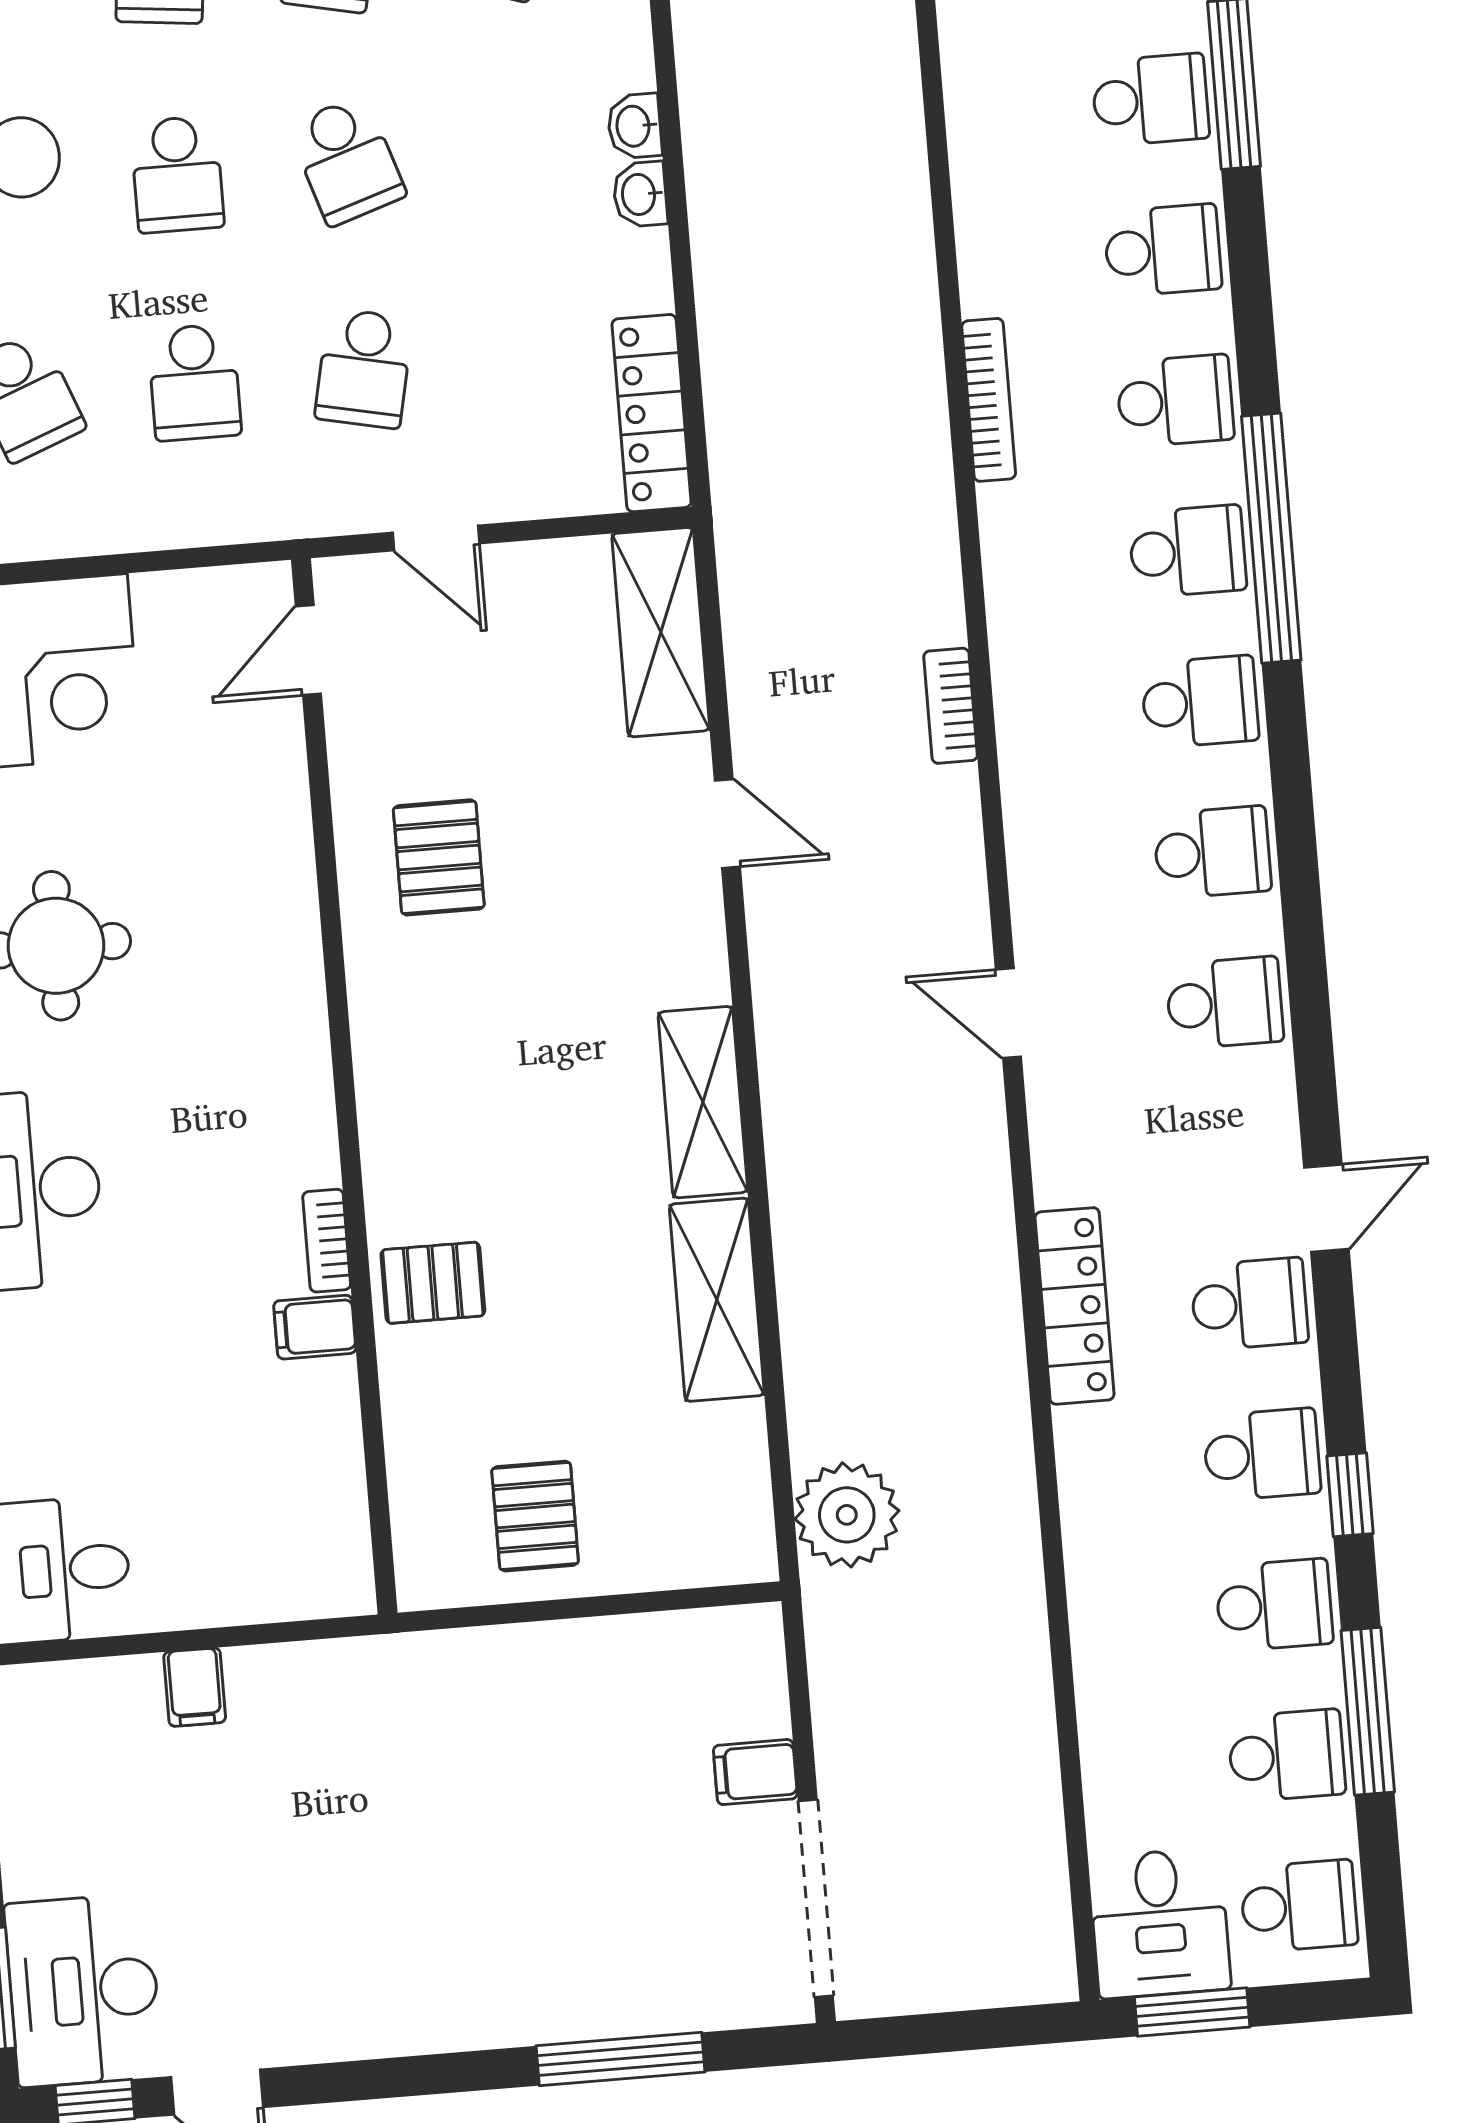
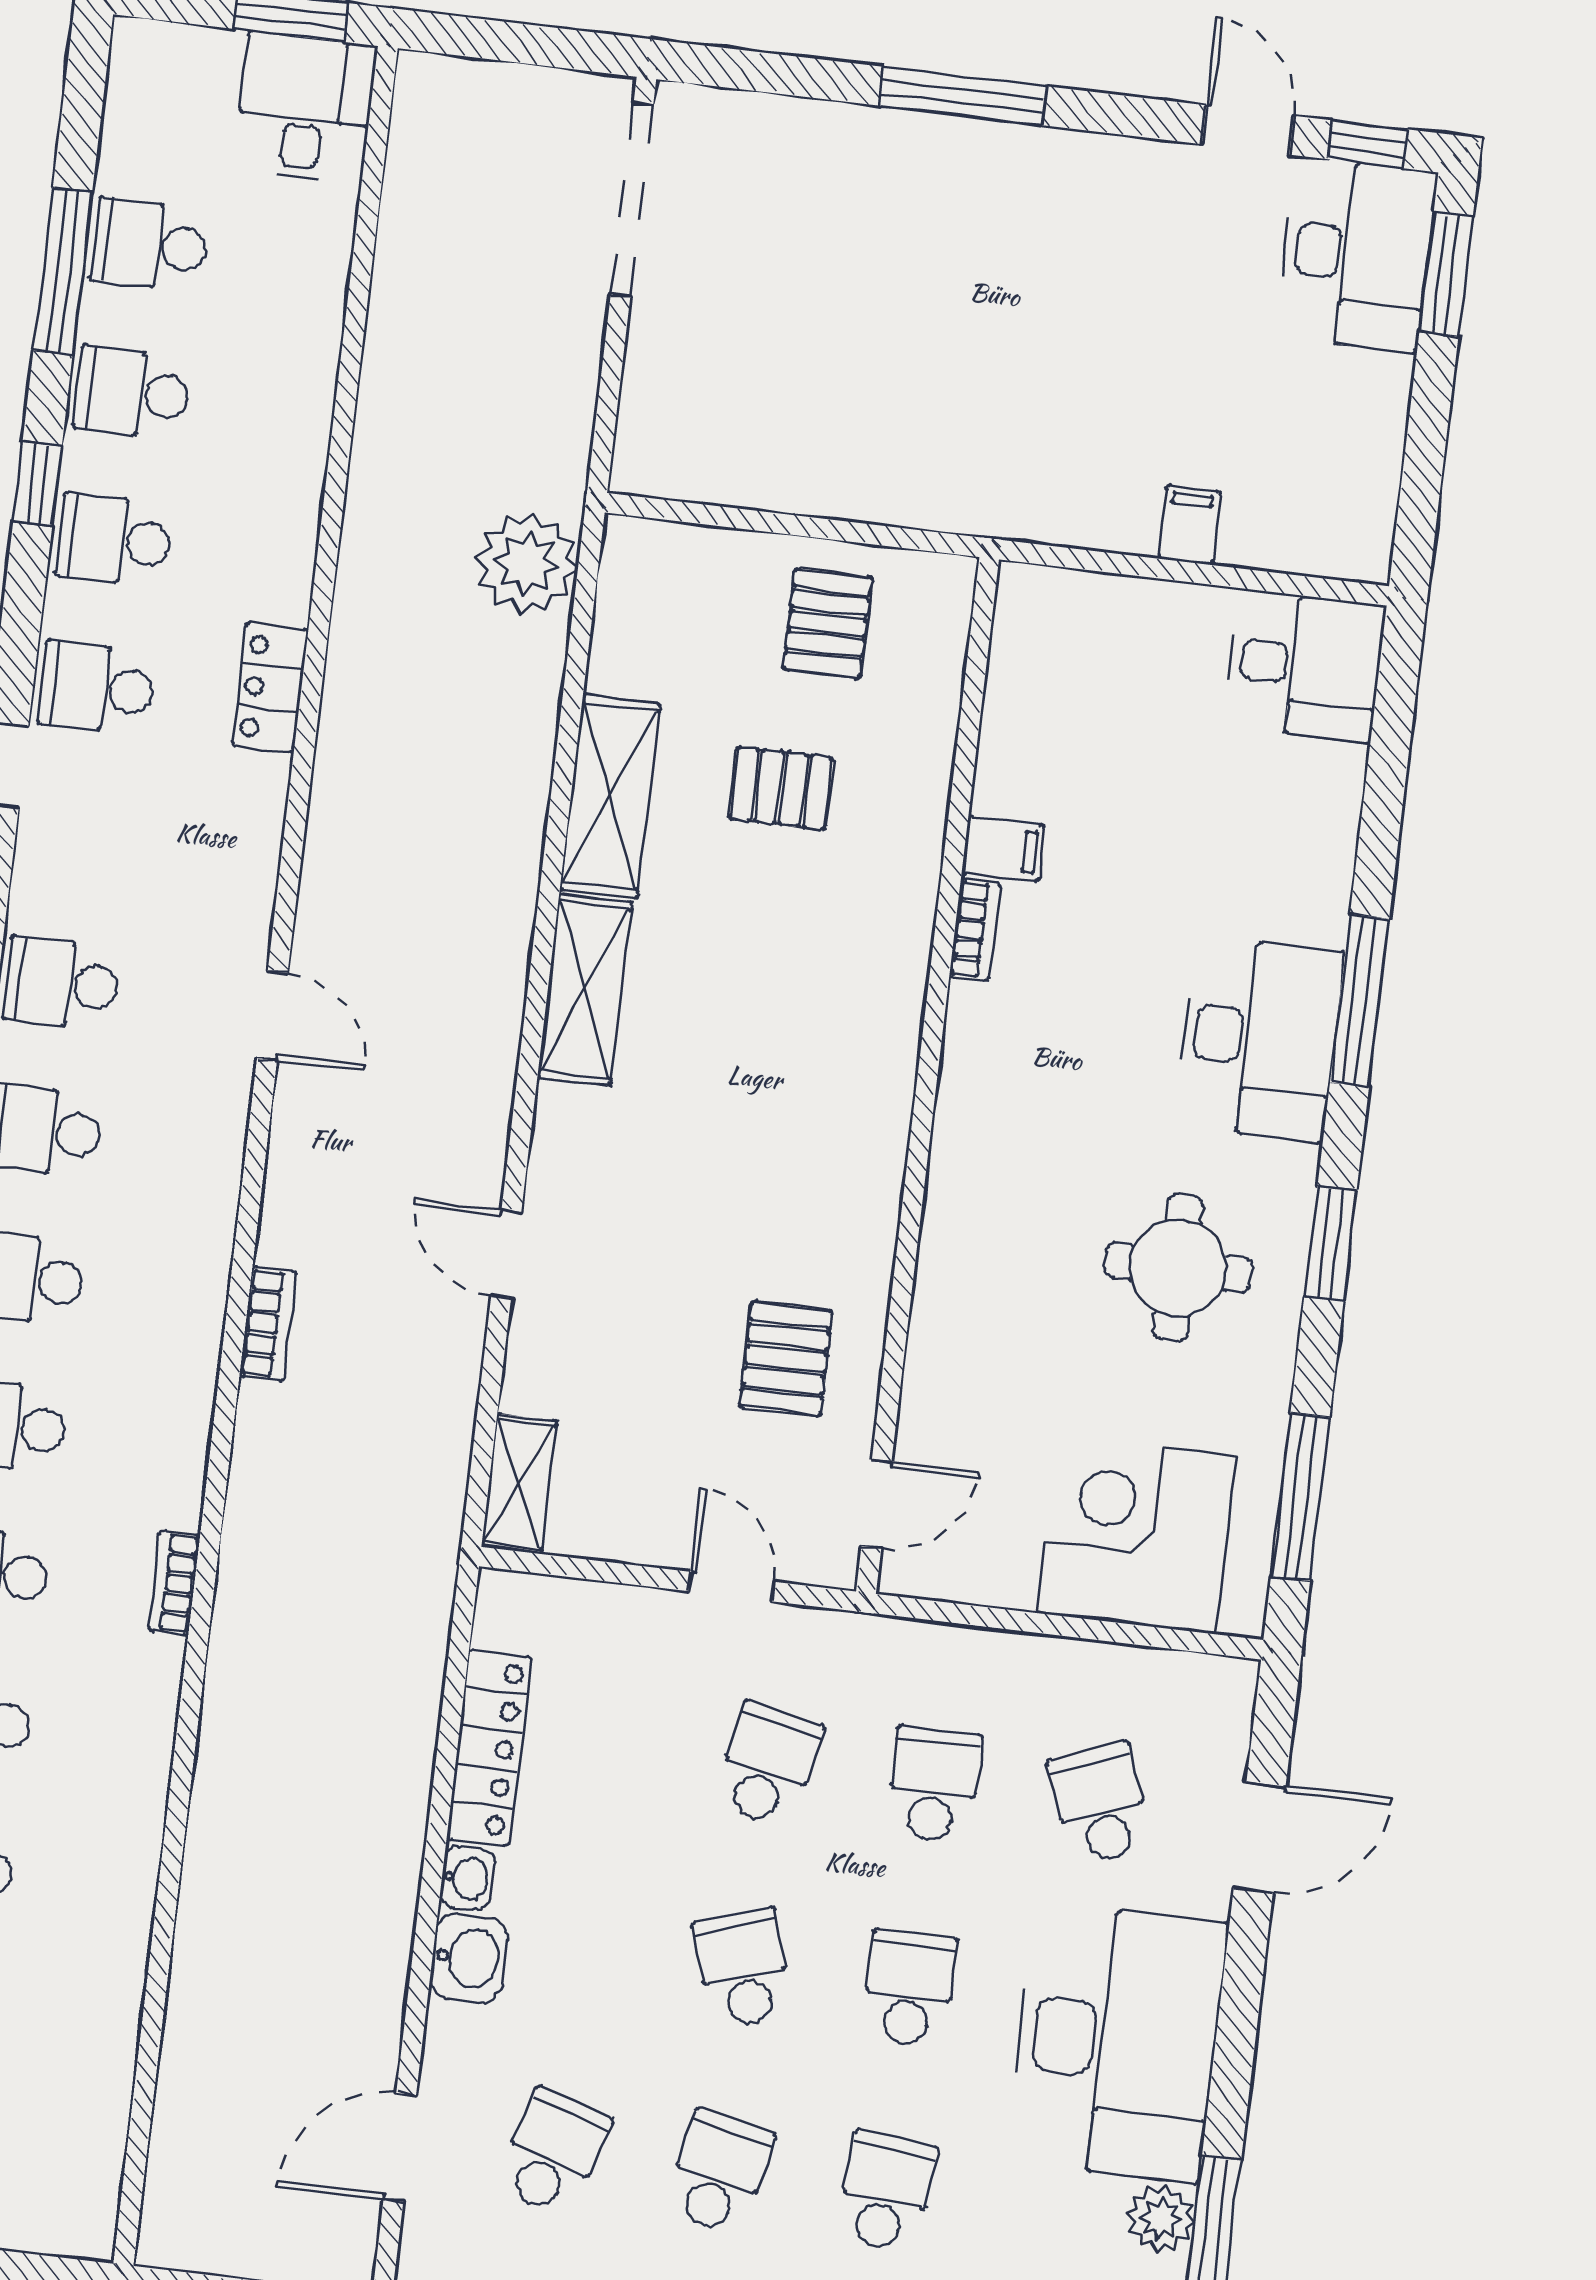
washbasin: (635, 126) -> (469, 1958), width x1.38, depth x1.45
bookcase: (989, 400) -> (174, 1583), width x0.64
locker: (652, 413) -> (489, 1748), moved
shelving: (661, 632) -> (519, 1484), width x0.67, depth x0.75
pallet: (439, 857) -> (786, 1359), moved
pallet: (433, 1283) -> (781, 788), moved
locker: (1075, 1306) -> (270, 688), width x0.66
filing cabinet: (755, 1772) -> (666, 333), removed
school desk: (1299, 1906) -> (167, 97), removed
window: (621, 2059) -> (963, 96), moved

